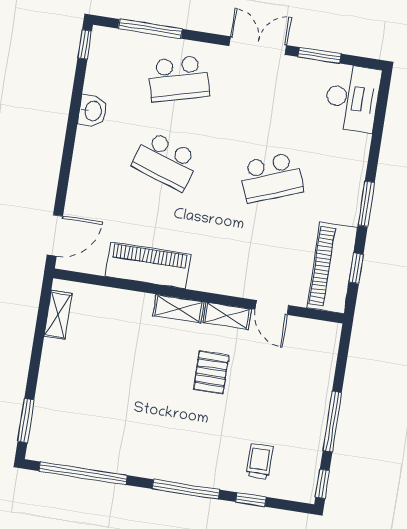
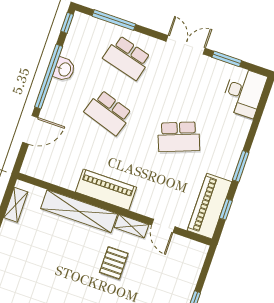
school desk: (179, 79) -> (127, 58), turned 30
window: (72, 125) -> (49, 77), added
door: (55, 235) -> (30, 130), moved
piano: (148, 265) -> (106, 190), moved
shelving: (179, 309) -> (79, 211), width x2.20, depth x1.33

